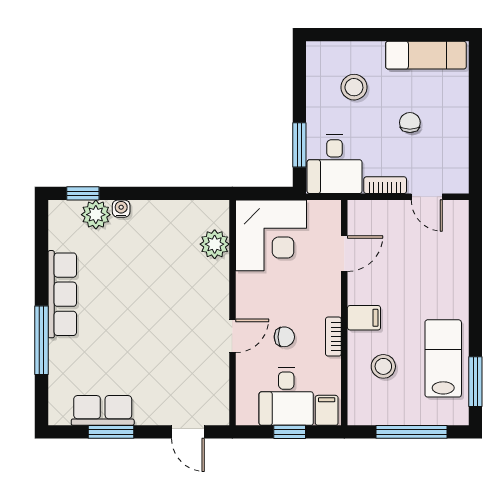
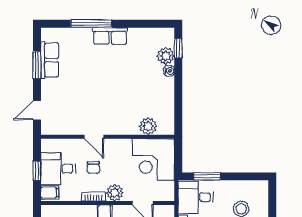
row of seats: (62, 294) -> (110, 36), width x0.68
plant: (327, 301) -> (115, 193), added

